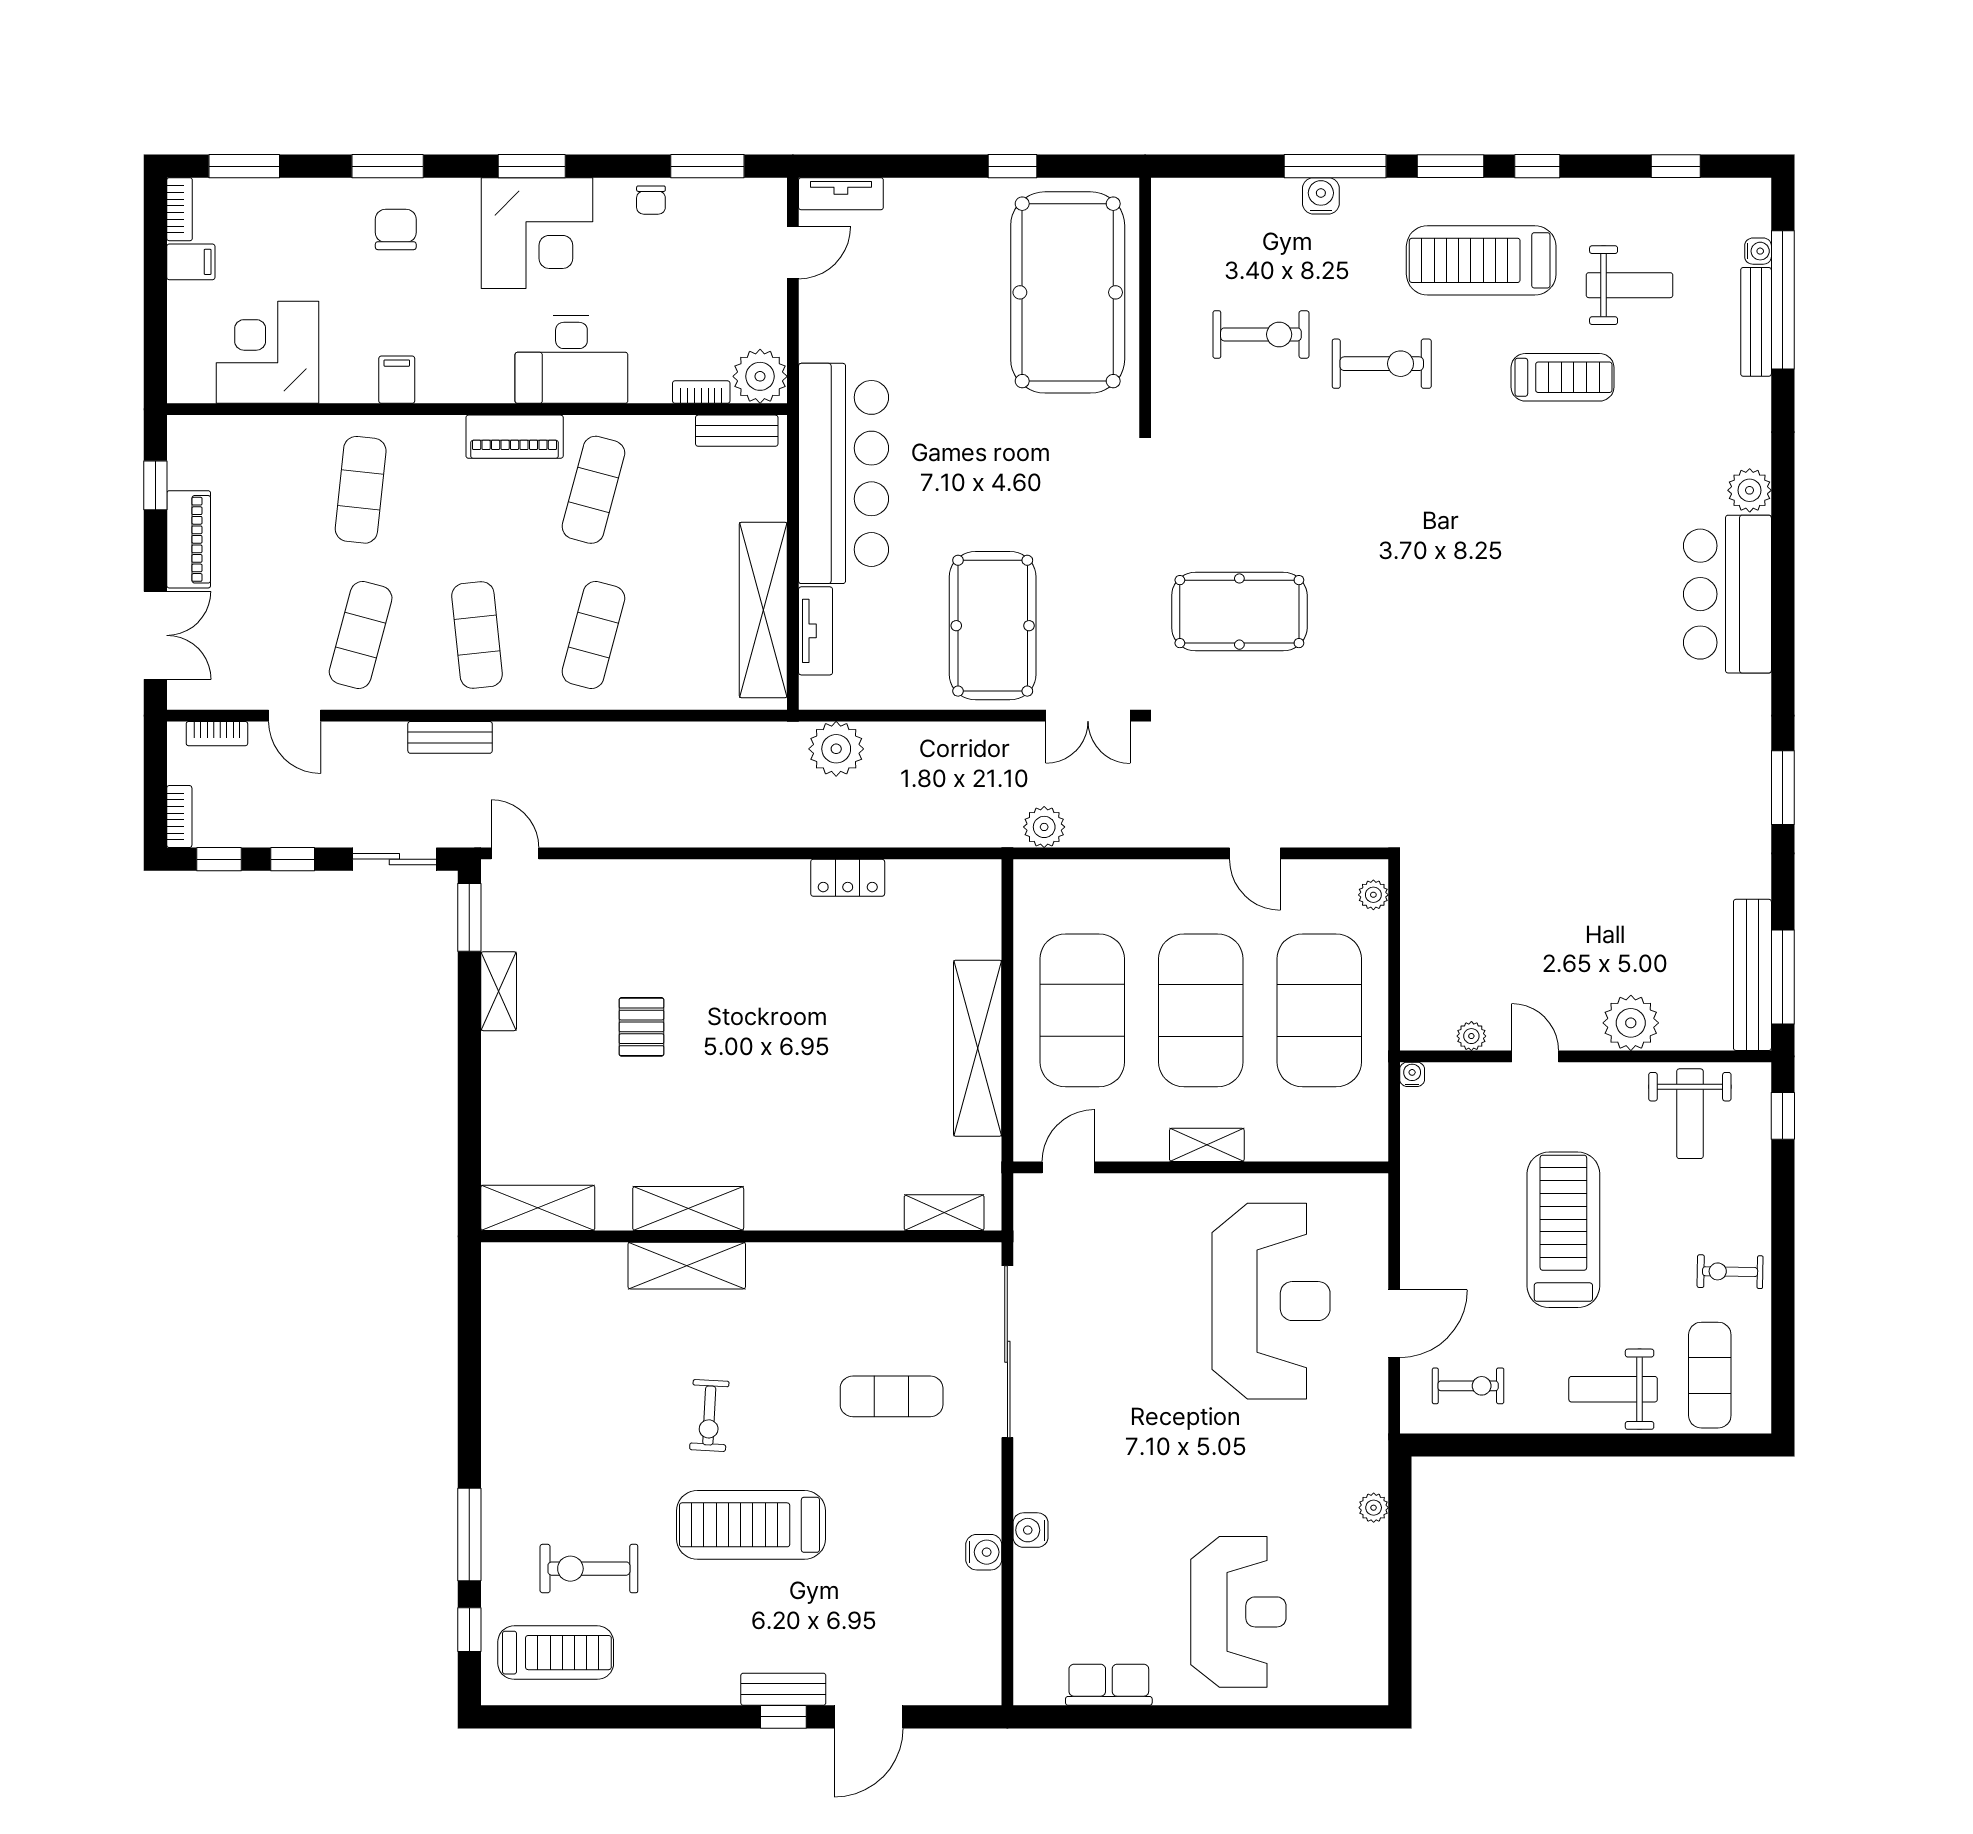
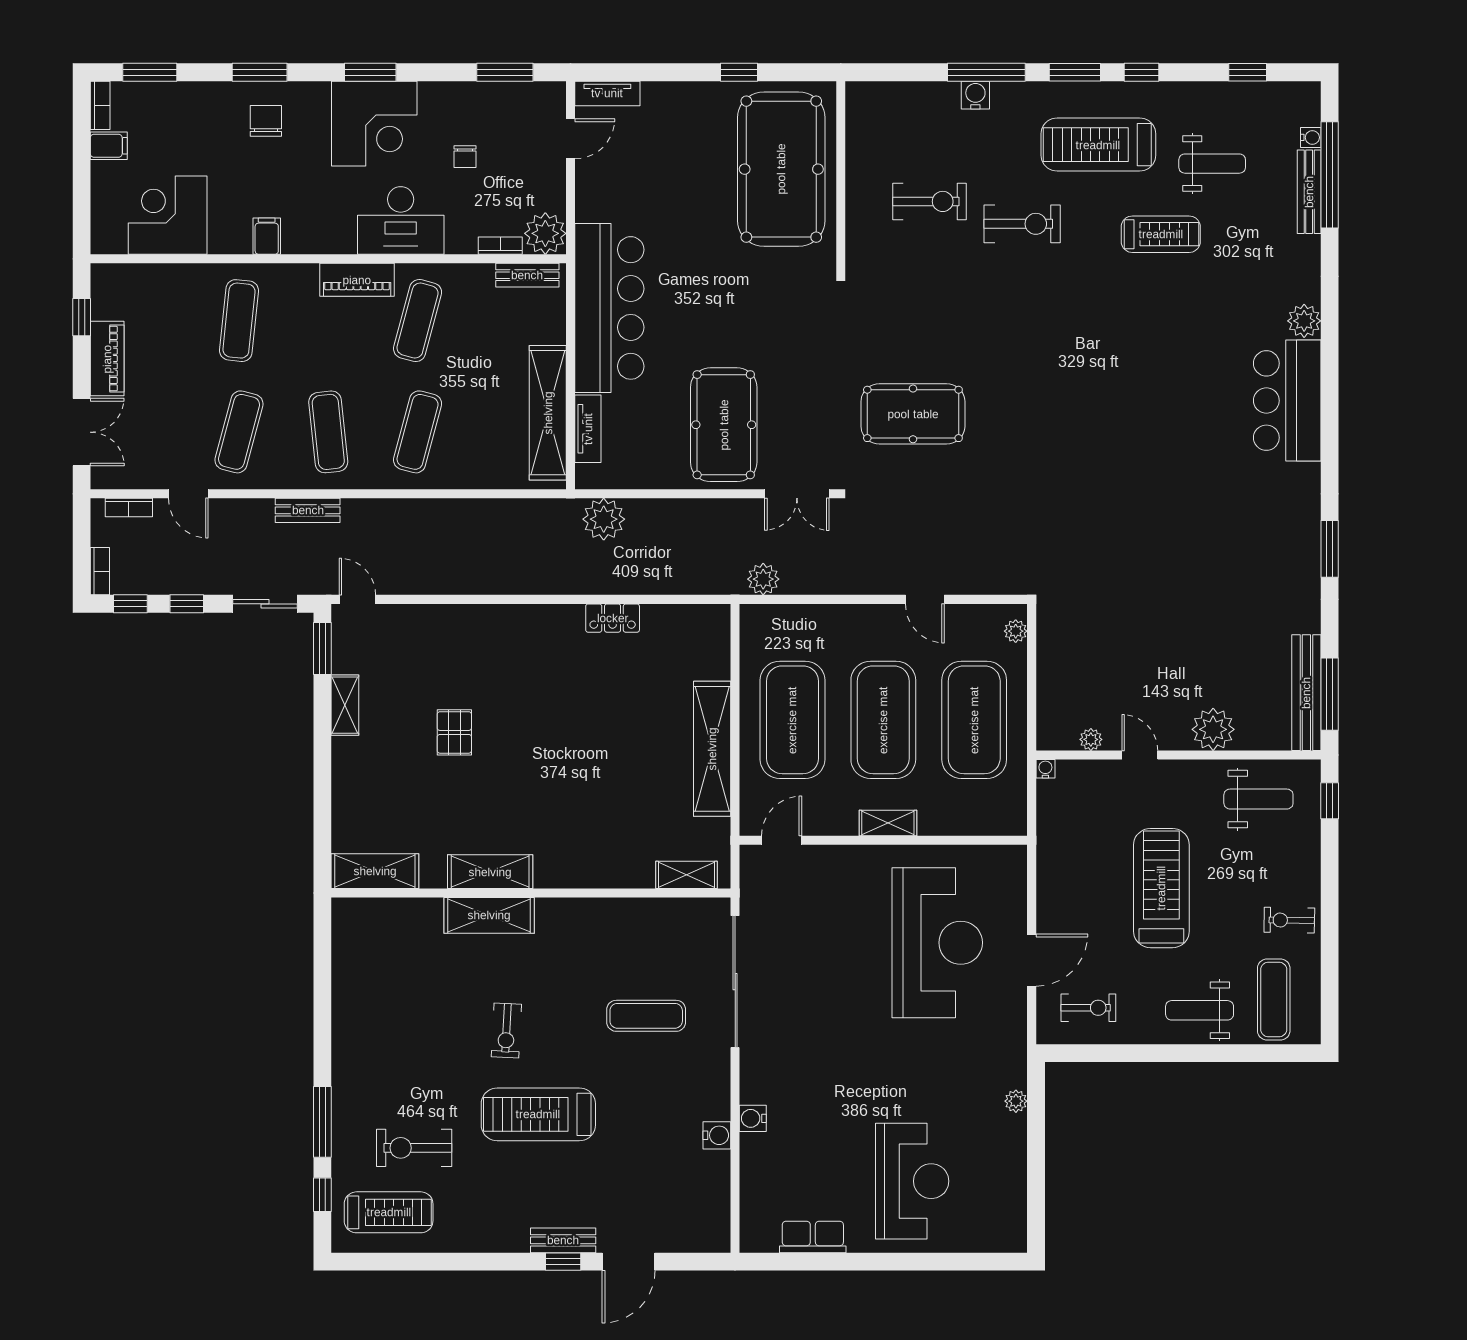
chair: (651, 200) -> (465, 157), moved
weight bench: (1690, 1114) -> (1258, 799), turned -90

